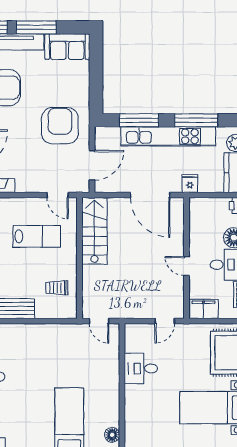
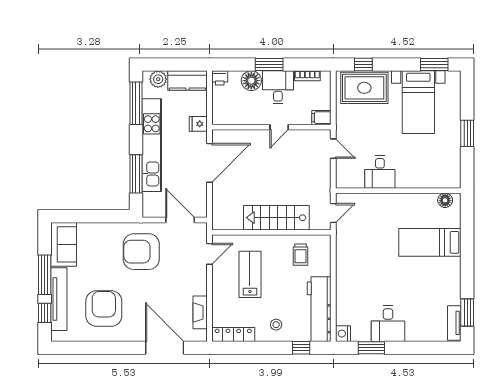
window: (196, 120) -> (136, 103), moved
stairs: (94, 231) -> (276, 218), moved
filing cabinet: (203, 309) -> (321, 118), width x0.50

